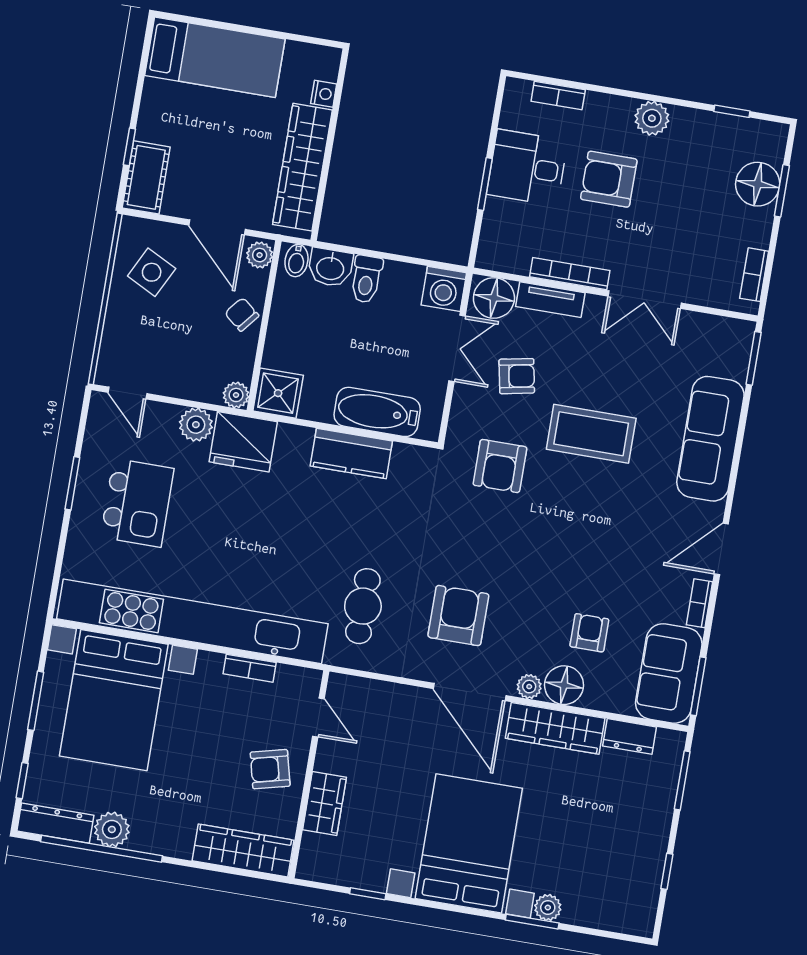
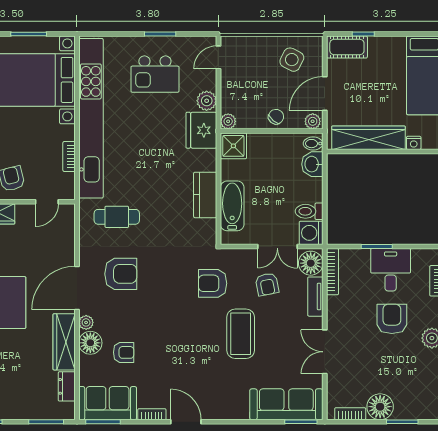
floor lamp: (758, 184) -> (380, 407), moved
bookcase: (570, 274) -> (333, 272), moved
toilet: (366, 279) -> (309, 211), moved
sofa: (710, 439) -> (286, 404), moved

